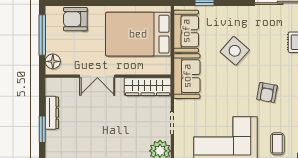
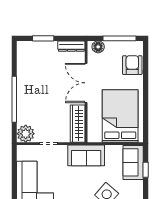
sofa: (186, 31) -> (133, 162), moved, turned 90
double door: (97, 76) -> (86, 83), width x1.37
dresser: (52, 113) -> (71, 46), moved

